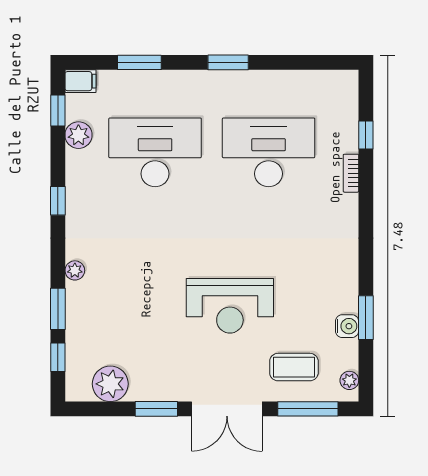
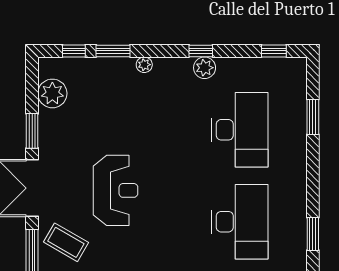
window: (228, 62) -> (313, 234), moved
filing cabinet: (81, 81) -> (298, 69), removed
plant: (78, 135) -> (205, 68), moved
reception desk: (230, 306) -> (116, 190), turned 180
coffee table: (294, 367) -> (66, 242), turned -60

